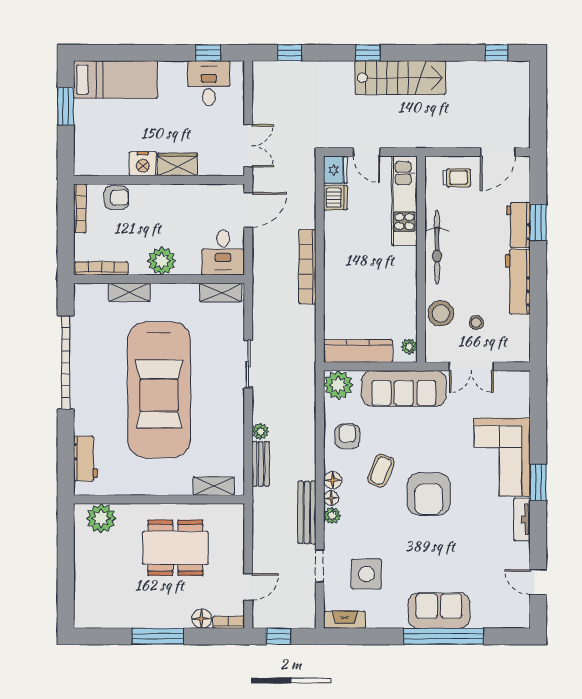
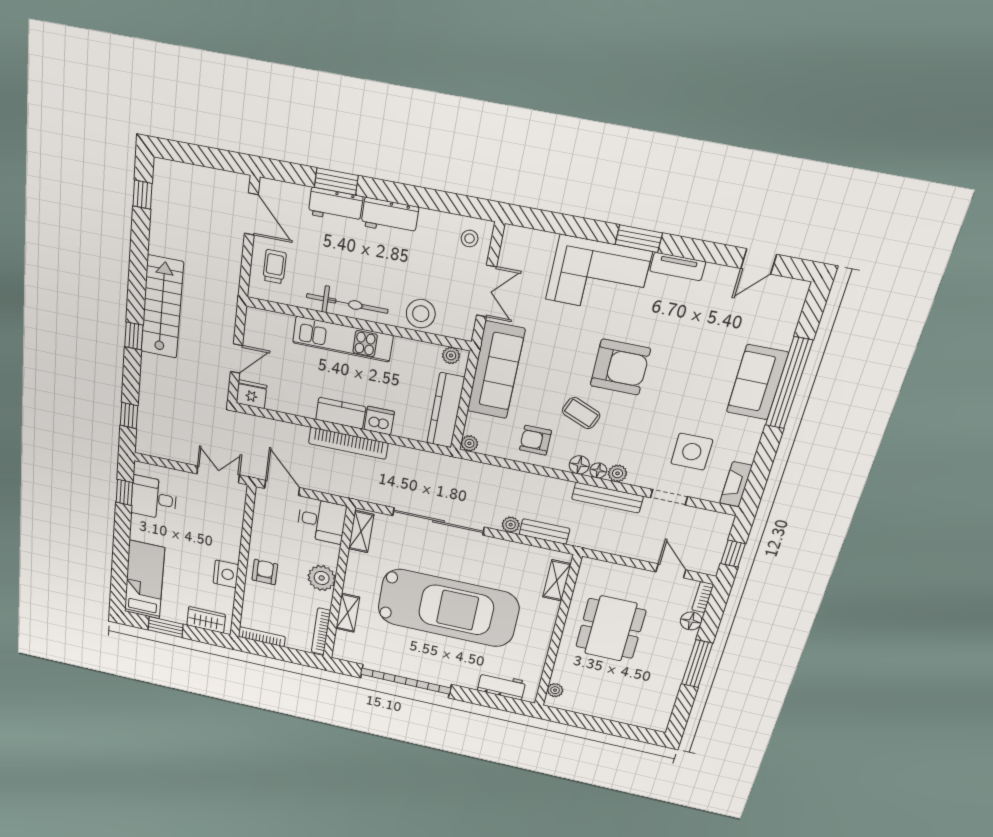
wardrobe: (177, 164) -> (206, 620), moved, turned 90
armchair: (116, 198) -> (265, 572), moved
dishwasher: (335, 198) -> (379, 421), moved
kitchen unit: (404, 201) -> (343, 339), moved
kitchen counter: (335, 256) -> (341, 413), added
workbench: (518, 282) -> (390, 216), width x0.73
stool: (476, 323) -> (470, 238), moved
sliding door: (248, 364) -> (438, 521), width x1.86
plant: (338, 385) -> (469, 443), width x0.53, depth x0.53
plant: (101, 518) -> (555, 690), width x0.53, depth x0.53

